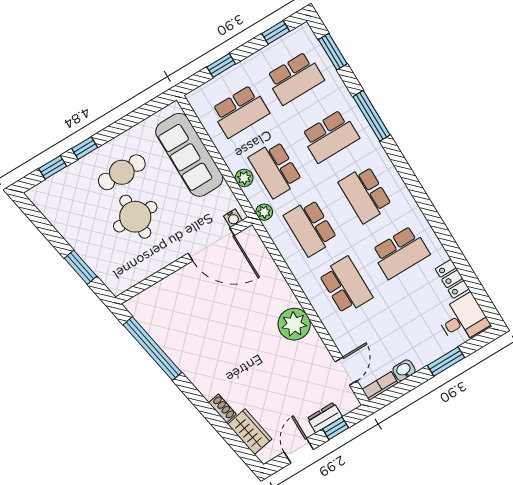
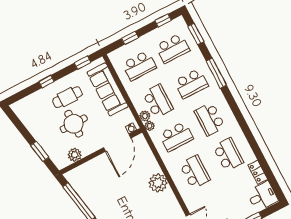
window: (53, 167) -> (82, 63), moved
school desk: (275, 169) -> (158, 101), turned 180
plant: (244, 178) -> (145, 116), moved
school desk: (310, 227) -> (176, 137), turned -90
door: (211, 244) -> (117, 143), hinge flipped
school desk: (400, 252) -> (228, 155), turned -90
plant: (140, 269) -> (75, 155), added
plant: (294, 324) -> (158, 183), moved

